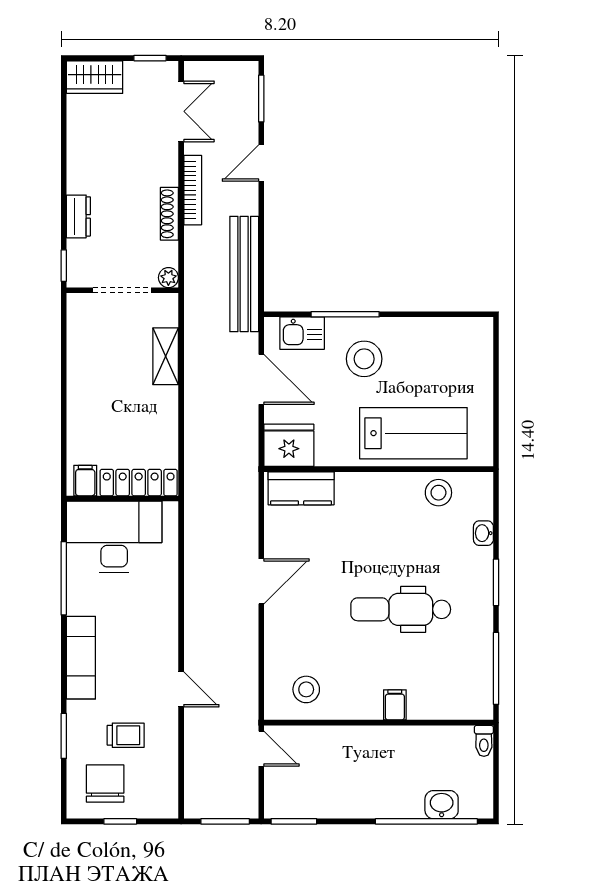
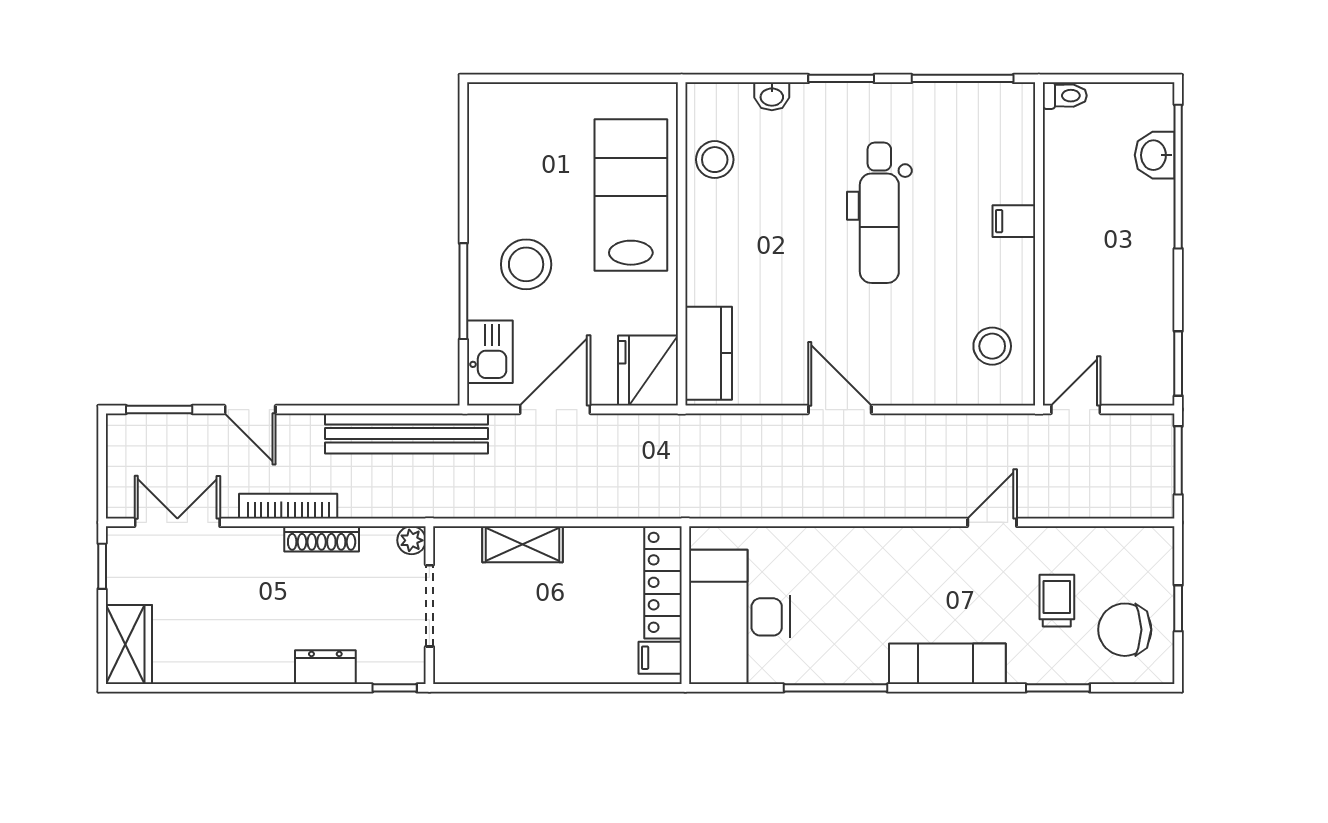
filing cabinet: (85, 481) -> (660, 658), moved
locker: (139, 483) -> (663, 582), moved
wall: (122, 498) -> (685, 605), moved
desk: (114, 537) -> (739, 617), moved

